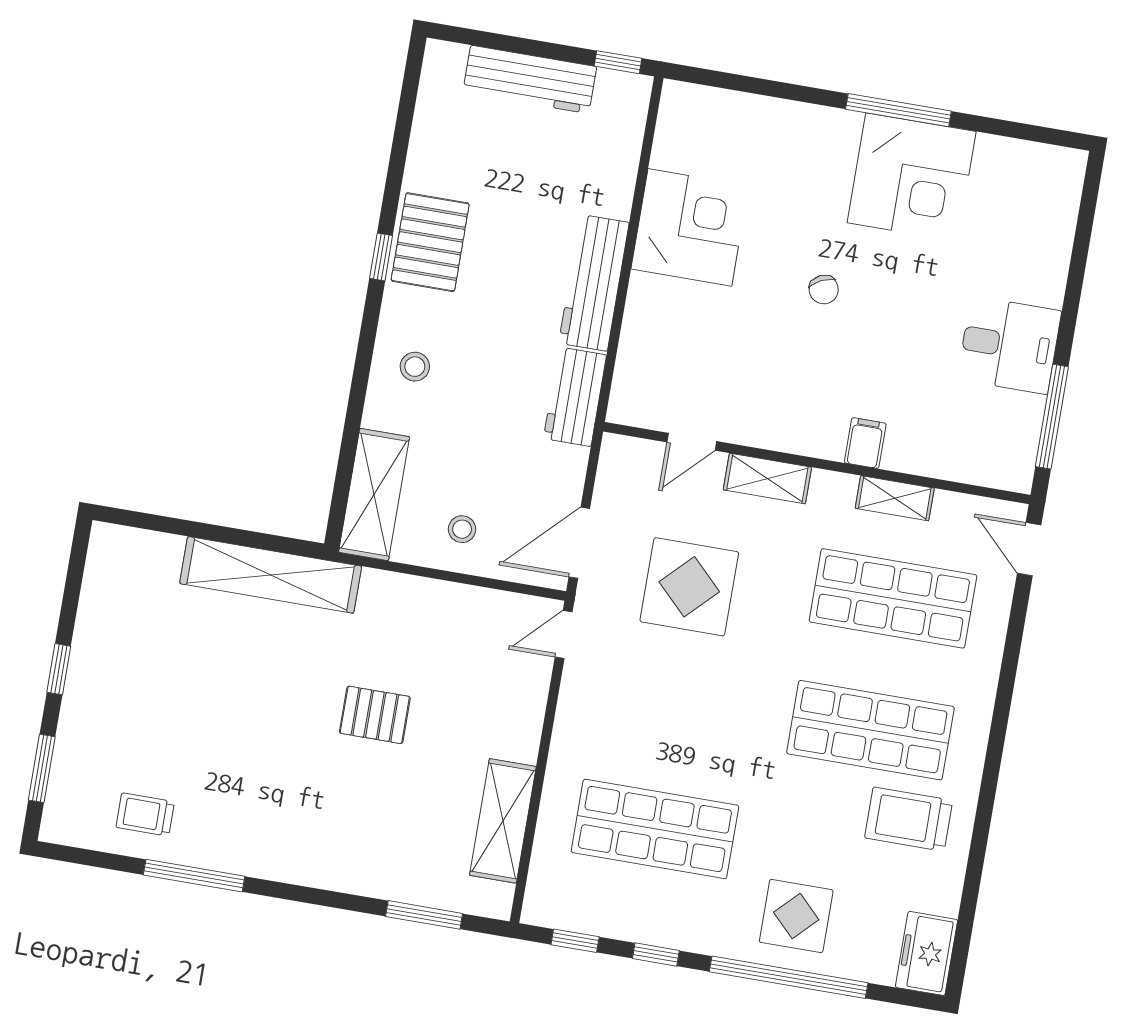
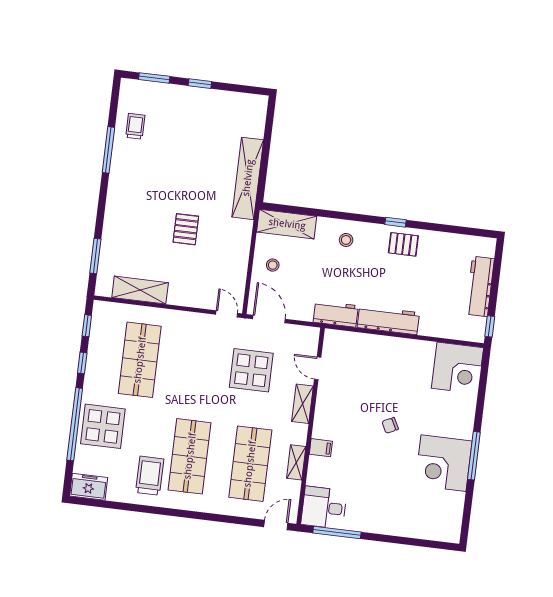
corner desk: (690, 227) -> (457, 368), moved
pallet: (430, 242) -> (403, 244), width x0.67, depth x0.71
desk: (1009, 345) -> (324, 508), moved, turned 90
display table: (796, 916) -> (103, 426), width x1.36, depth x1.36

